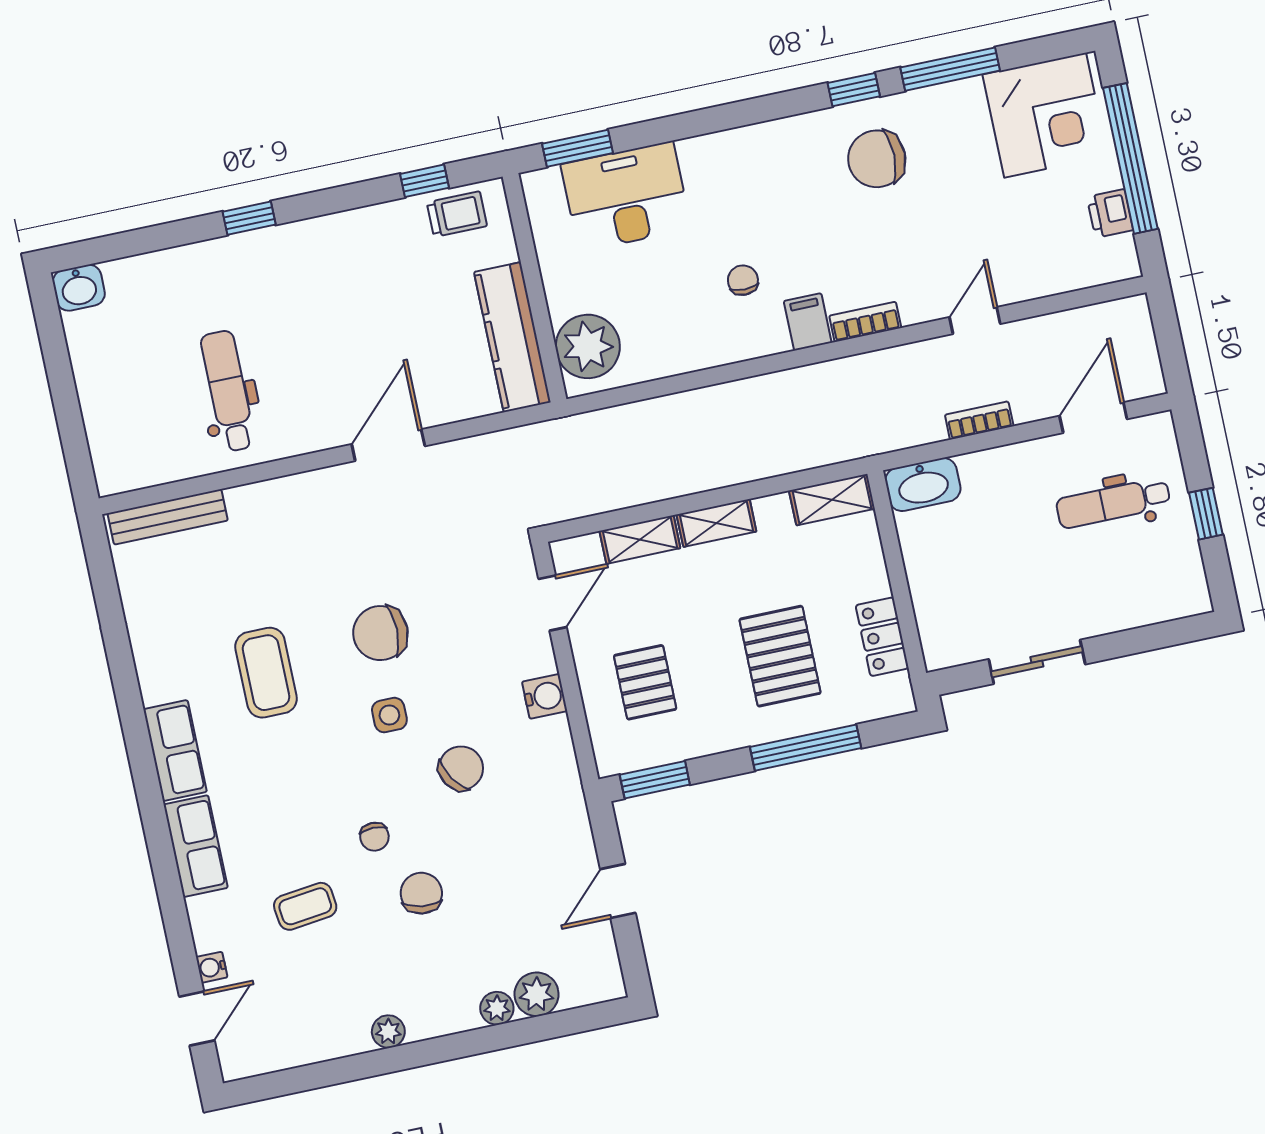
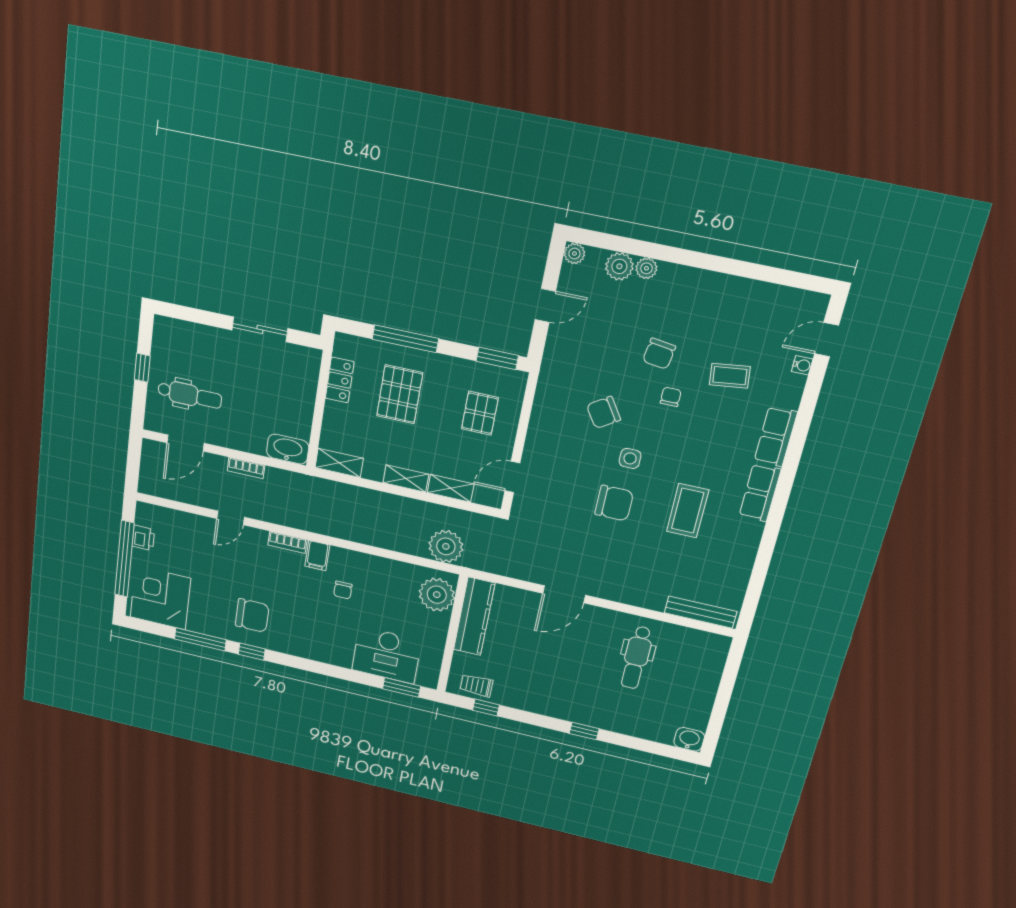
plant: (607, 438) -> (446, 546), added
water cooler: (545, 696) -> (539, 430), removed
plant: (388, 1032) -> (574, 254), moved

